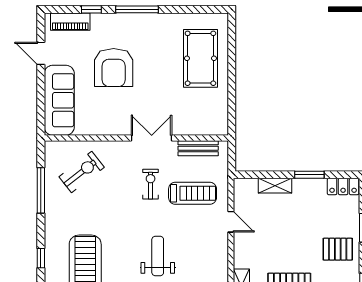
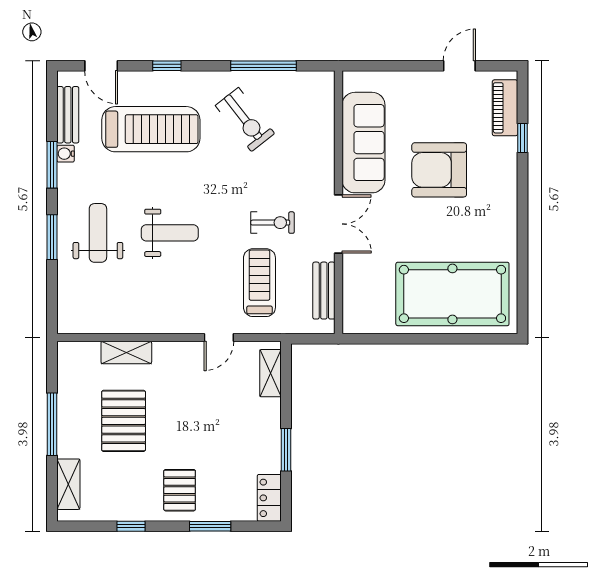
window: (137, 9) -> (522, 203), removed
pool table: (200, 58) -> (452, 294), width x1.36, depth x1.32
sofa: (59, 100) -> (363, 143), moved, turned -90
exercise bike: (82, 172) -> (245, 119), moved
shelving: (275, 186) -> (270, 373), moved
treadmill: (193, 193) -> (259, 283), turned 180

